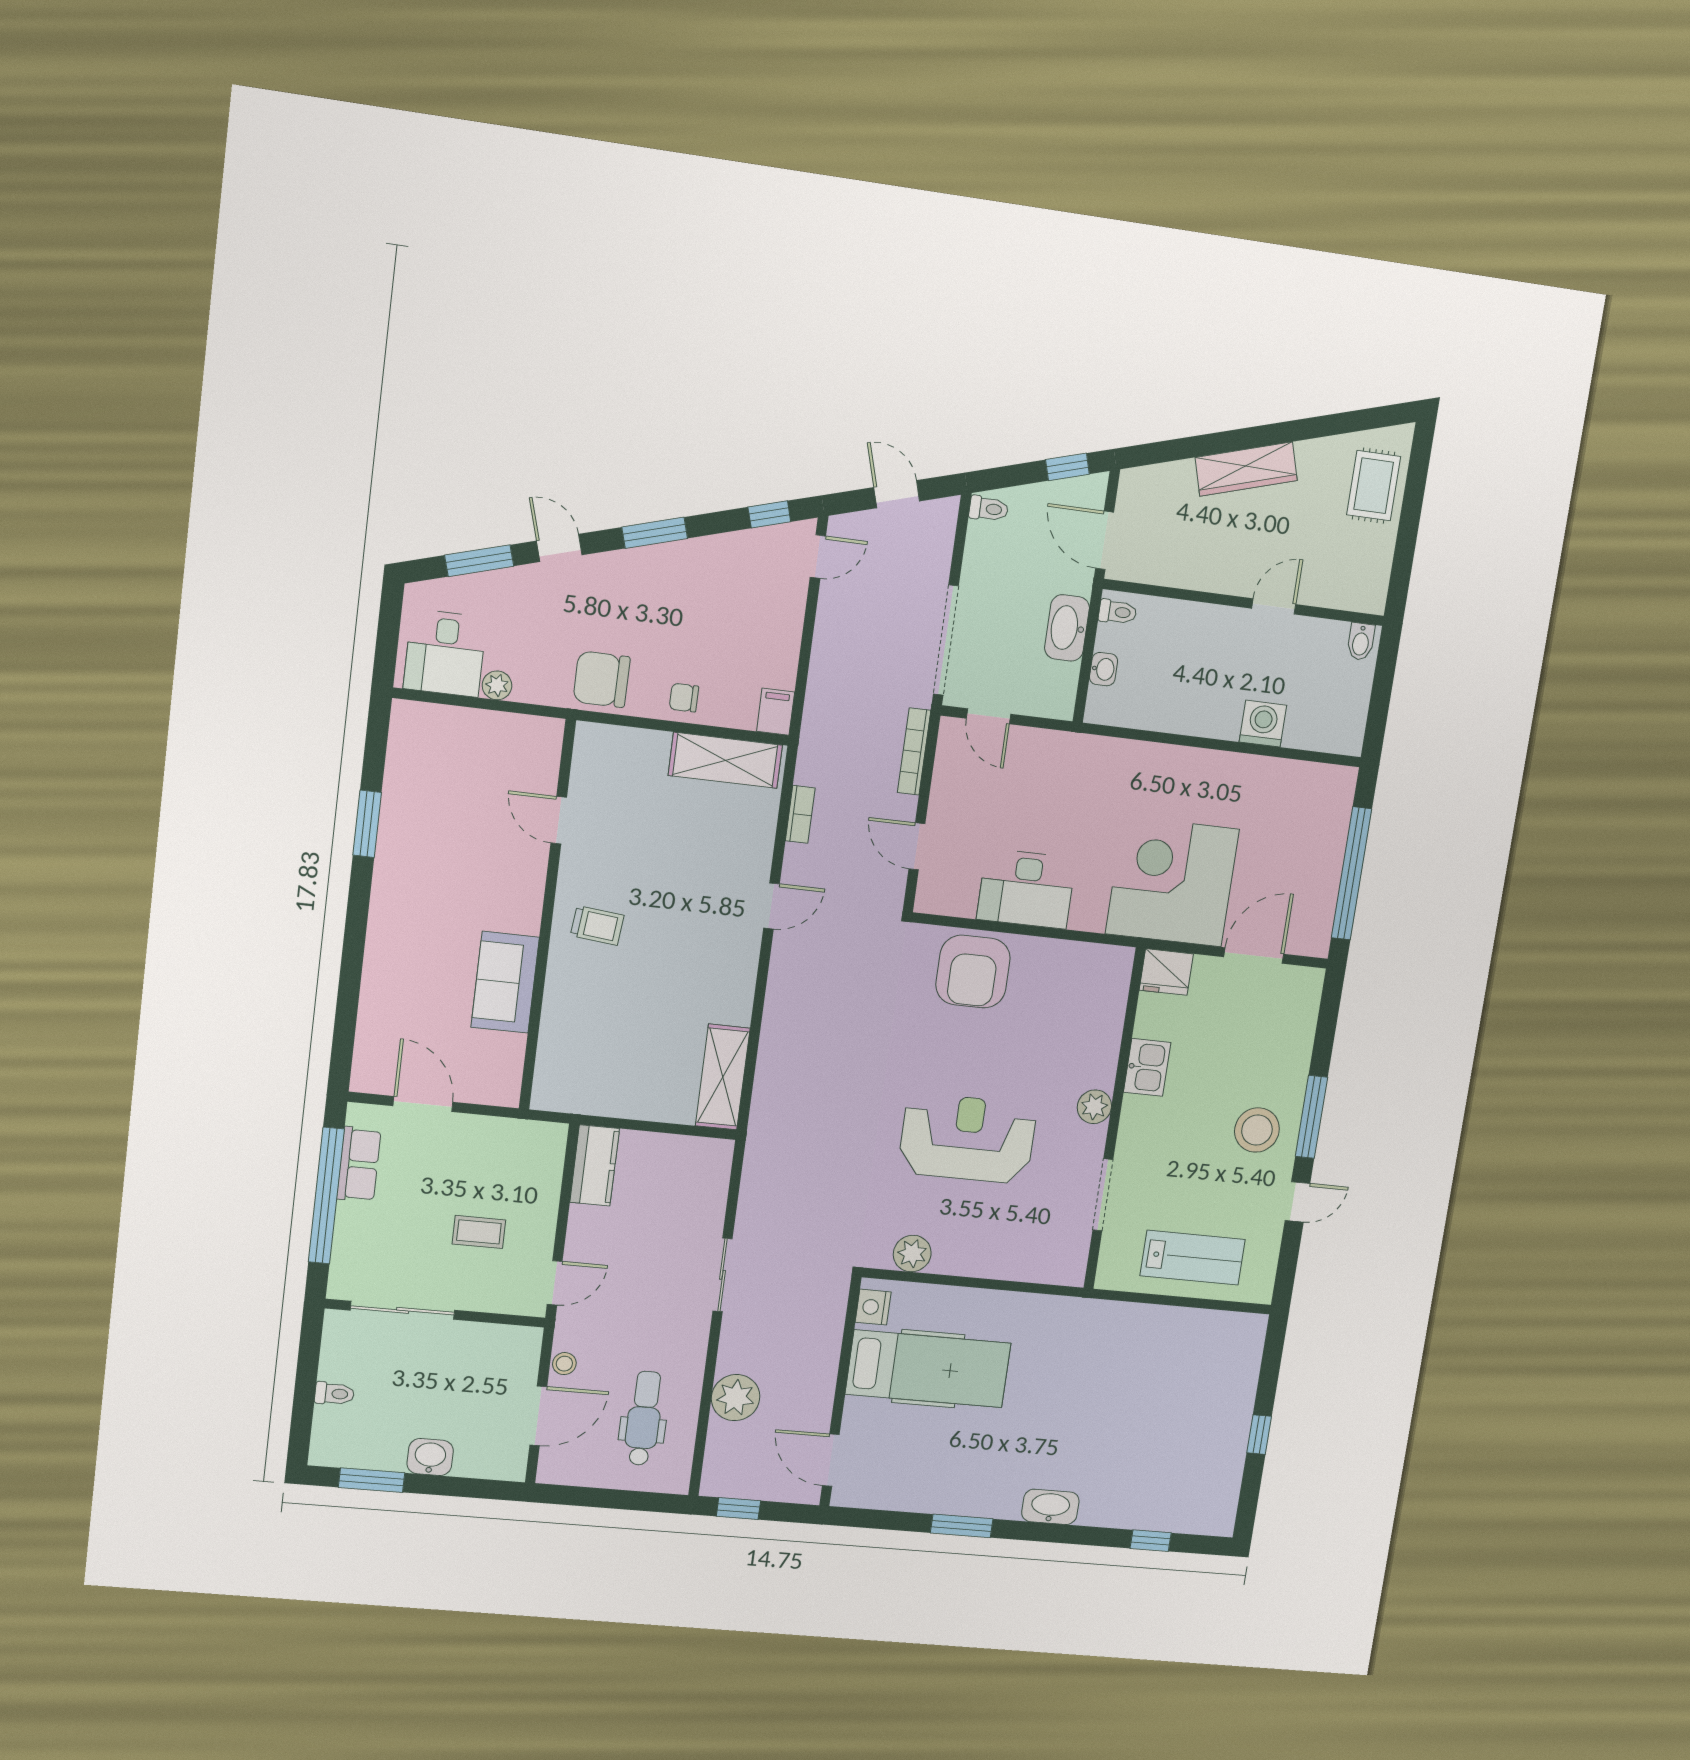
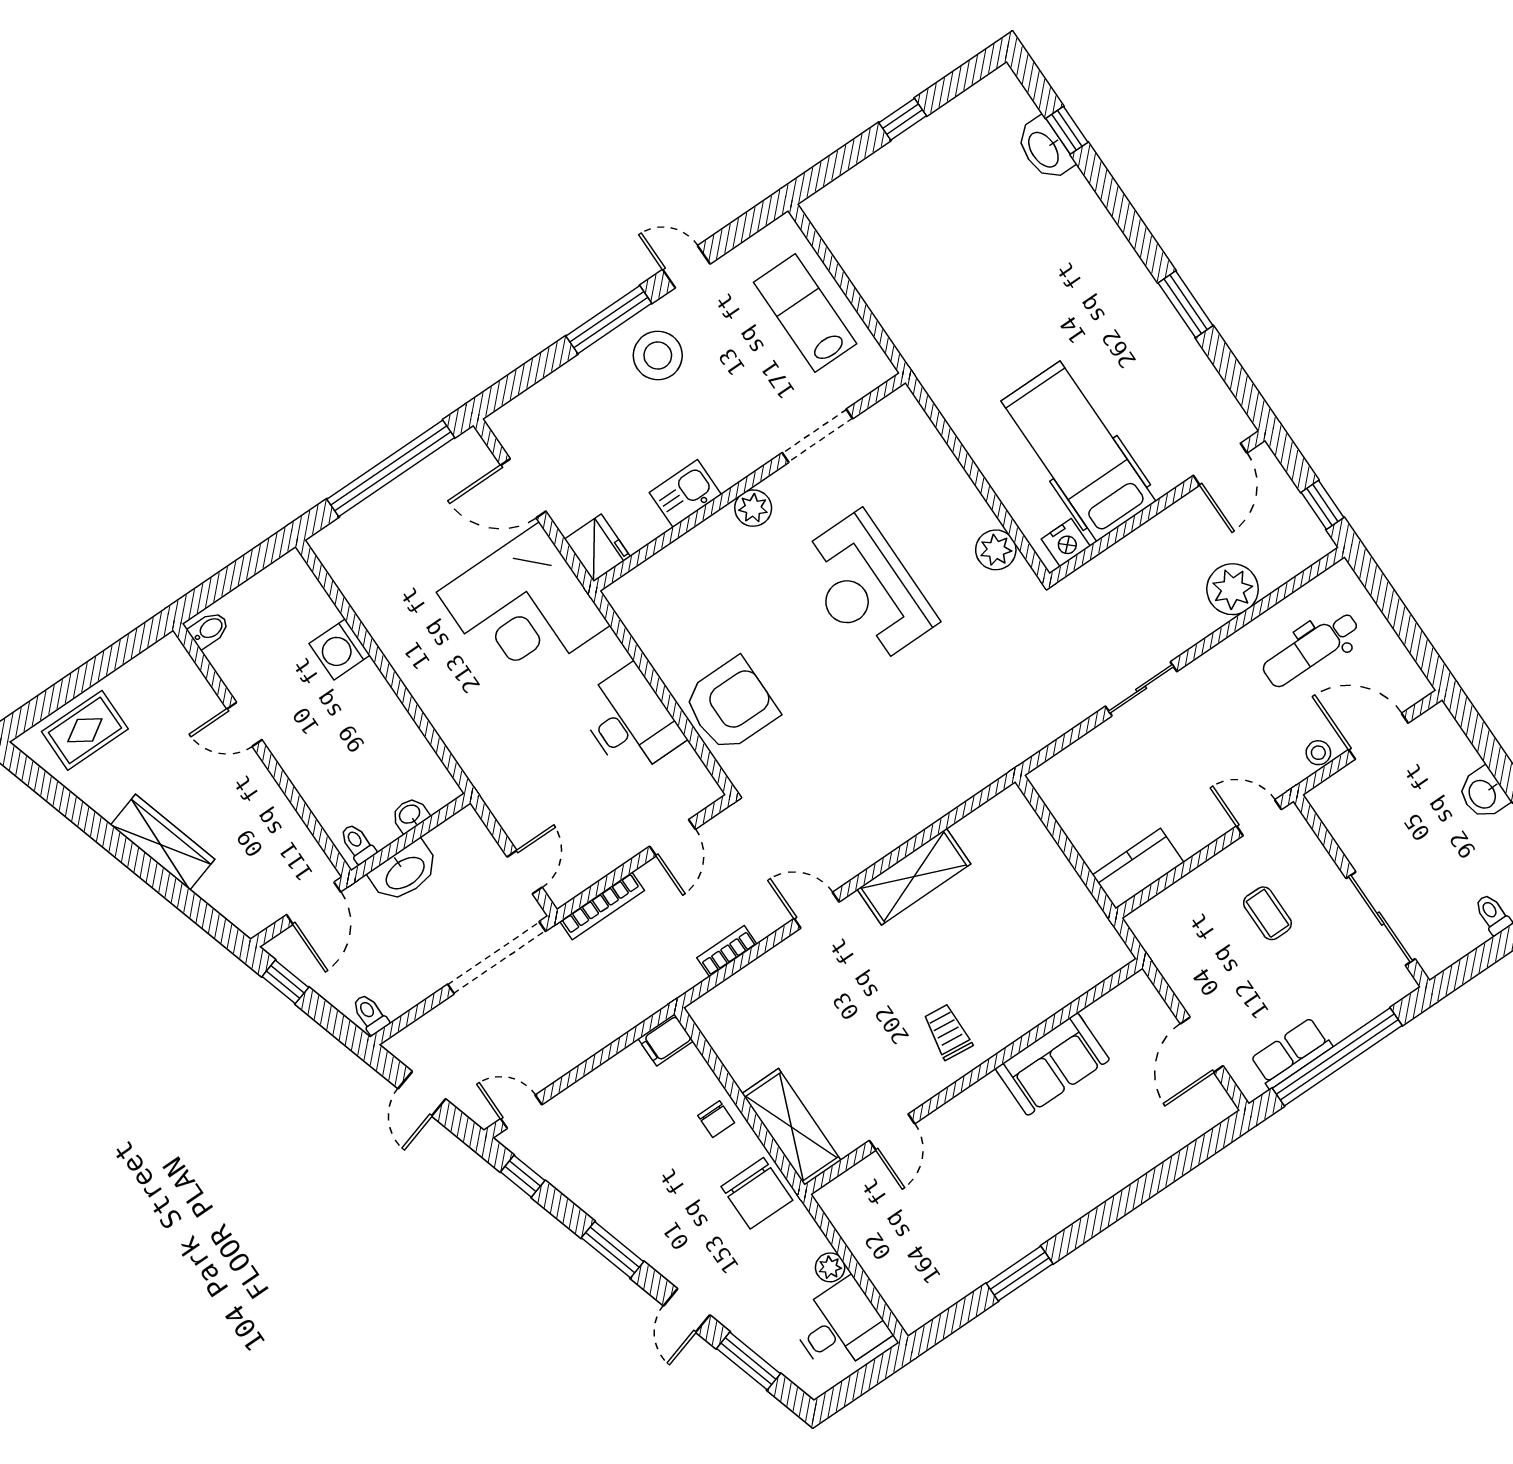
shelving: (725, 760) -> (792, 1127), moved
shelving: (723, 1077) -> (914, 877), moved
washbasin: (1050, 1507) -> (1044, 149), moved

